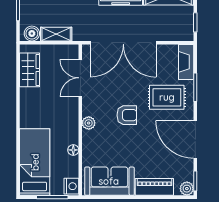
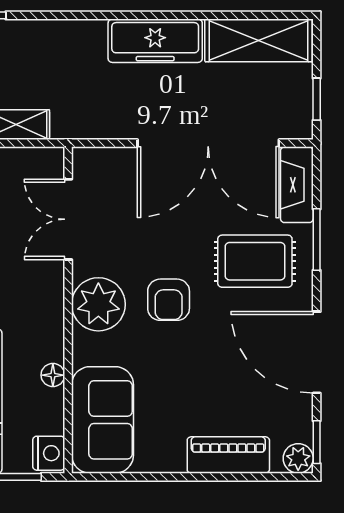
double door: (123, 43) -> (208, 143), moved
armchair: (127, 115) -> (169, 300), turned 90
plant: (89, 123) -> (98, 304), width x1.88, depth x1.88
sofa: (109, 181) -> (103, 420), moved, turned 90

